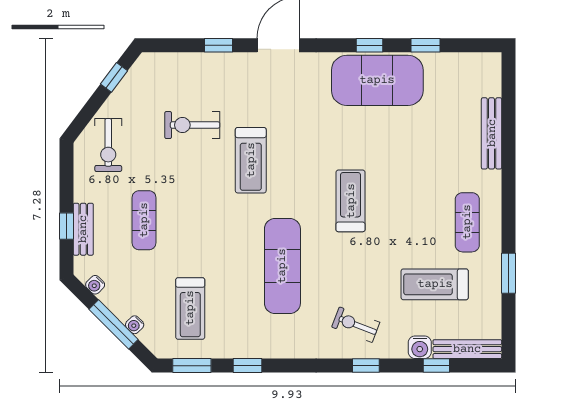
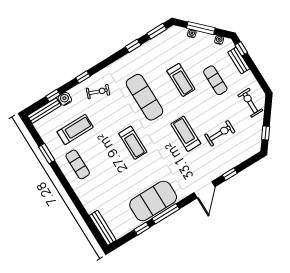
window: (369, 45) -> (166, 214), width x2.17
bench: (492, 133) -> (103, 228), moved
window: (66, 226) -> (241, 49), moved
treadmill: (190, 308) -> (181, 80), moved, turned 180

